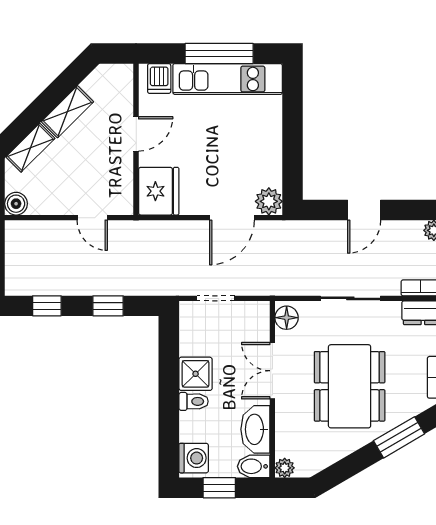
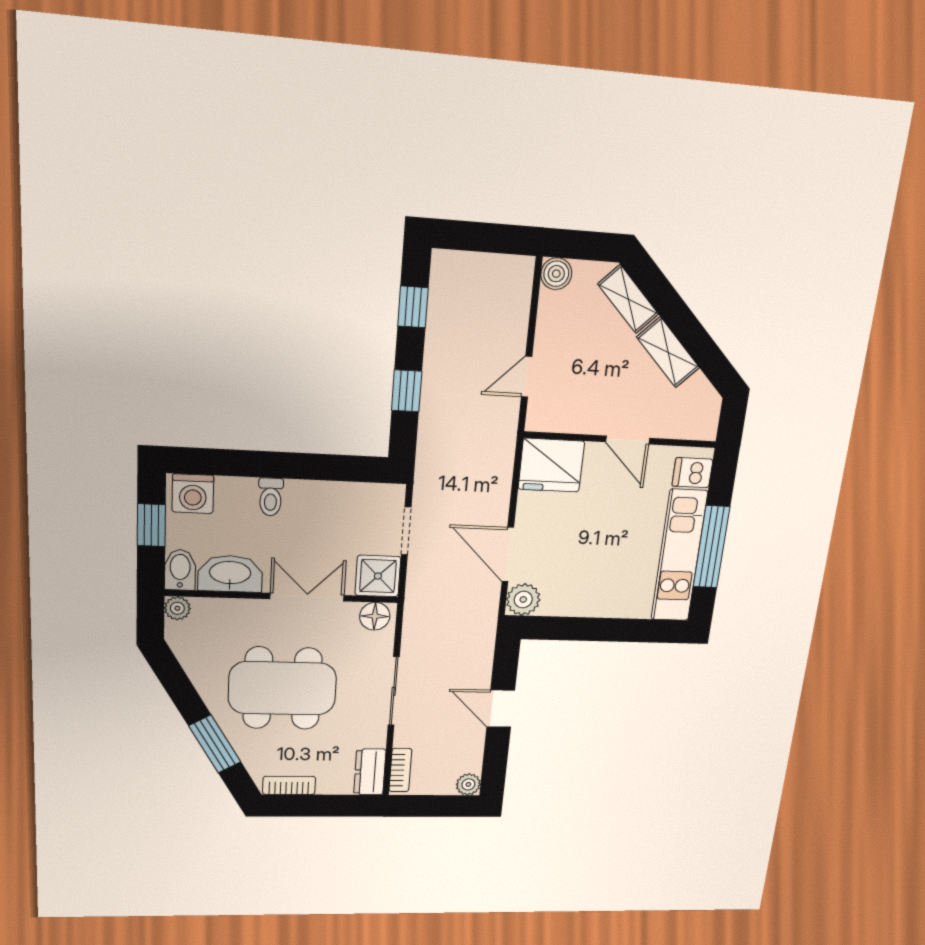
shower: (196, 374) -> (378, 576), moved

